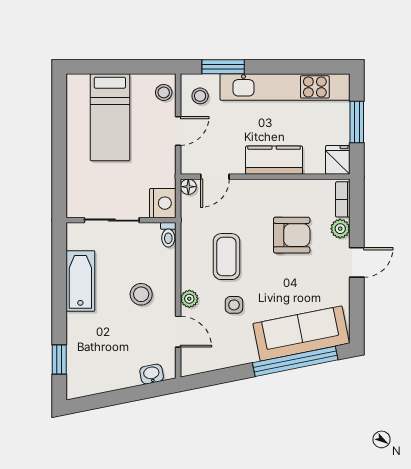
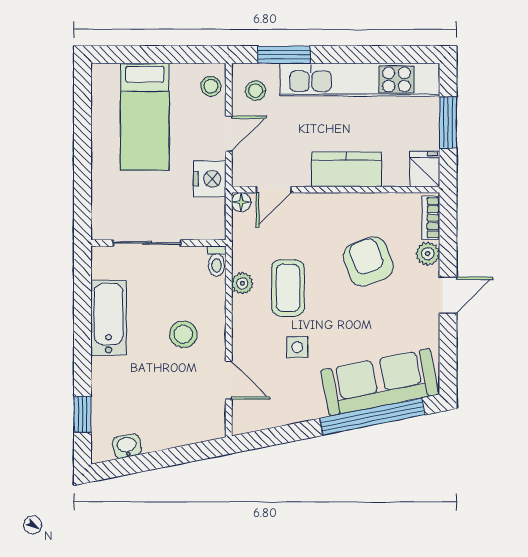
nightstand: (163, 203) -> (210, 179), moved
armchair: (292, 235) -> (368, 261), turned -111
plant: (189, 299) -> (242, 283), moved
washbasin: (152, 374) -> (127, 446), moved

